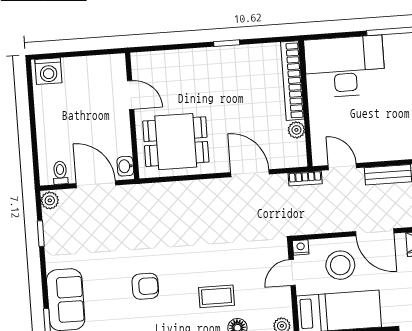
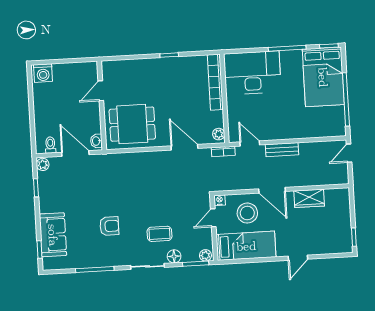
door: (131, 95) -> (101, 91), swing flipped
plant: (296, 130) -> (219, 134), moved

